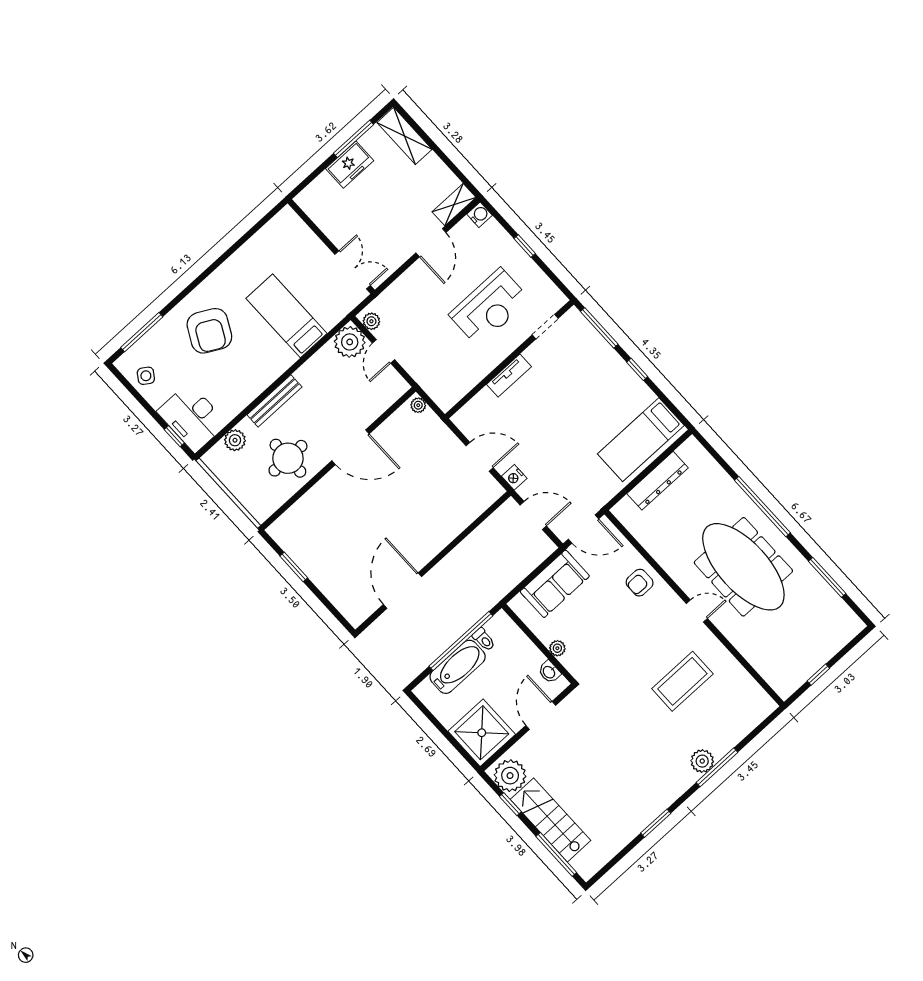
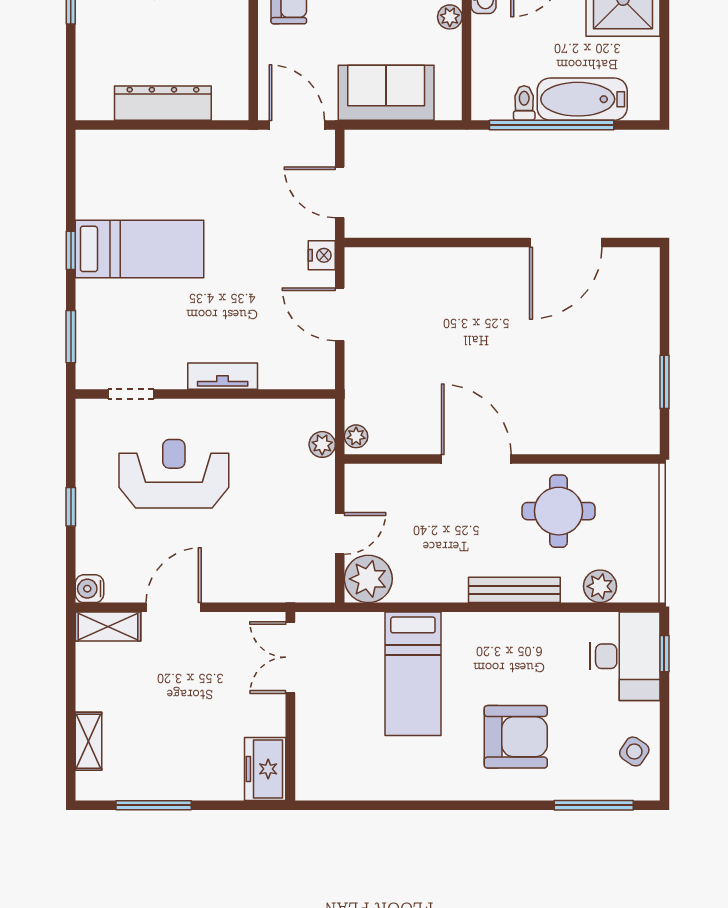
shelving: (404, 136) -> (89, 741), width x0.67, depth x0.75
freezer: (350, 165) -> (265, 769), moved, turned -90
plant: (371, 321) -> (322, 444), moved
window: (599, 328) -> (71, 337), width x0.69
armchair: (209, 331) -> (516, 737), turned 62
bed: (641, 440) -> (140, 249), moved

